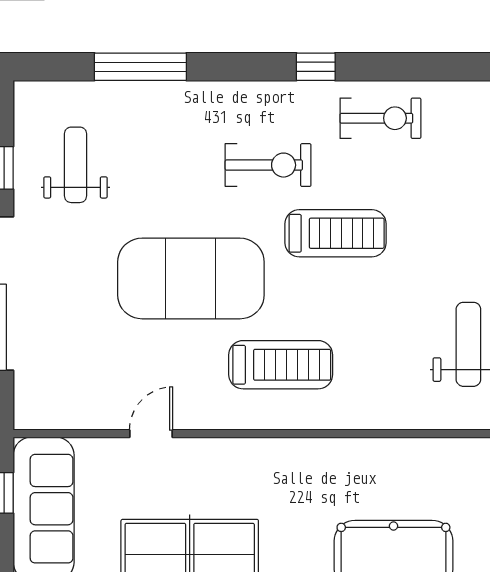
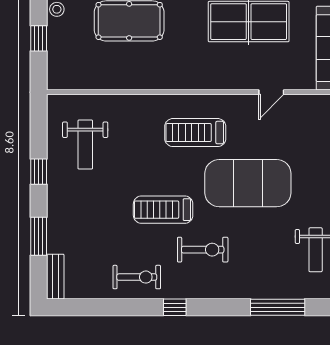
exercise bike: (380, 118) -> (137, 277), turned 180
exercise bike: (268, 165) -> (203, 250), turned 180

